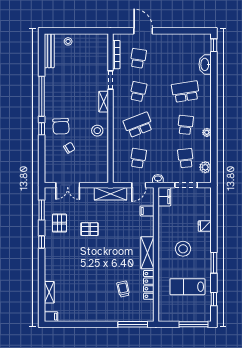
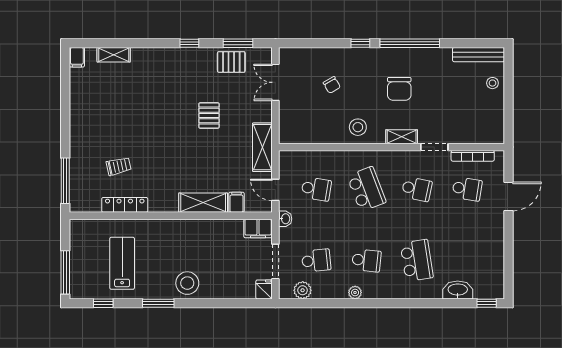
chair: (61, 126) -> (399, 89), moved, turned -87
pallet: (59, 223) -> (231, 62), moved
fridge: (205, 226) -> (264, 289), moved
stool: (183, 249) -> (187, 283), moved
shelving: (147, 253) -> (203, 203), moved

